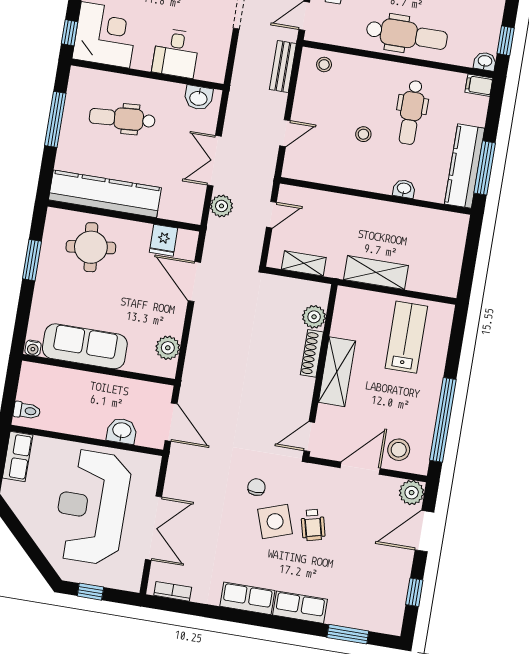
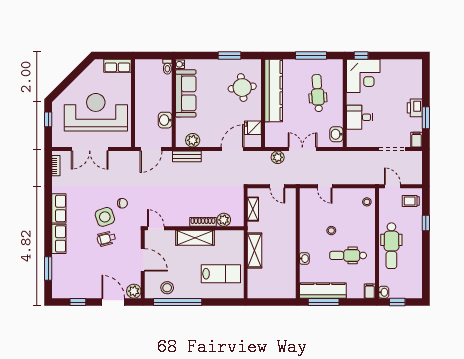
bench: (283, 67) -> (187, 156), moved
toilet: (27, 411) -> (167, 67), moved
washbasin: (122, 431) -> (165, 120), moved, turned 180
stool: (399, 450) -> (167, 288), moved

